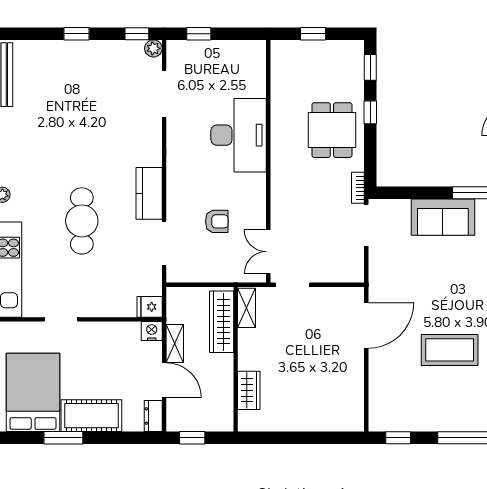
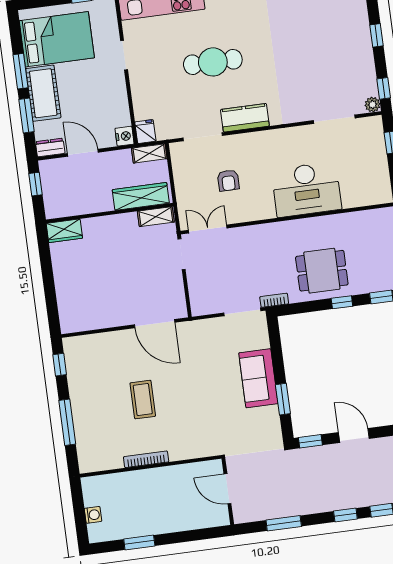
shelving: (175, 343) -> (149, 153), moved
coffee table: (450, 350) -> (143, 400), width x0.73, depth x0.76
door: (164, 380) -> (83, 153), swing flipped
wardrobe: (249, 390) -> (64, 231), moved
window: (114, 438) -> (26, 116), added

